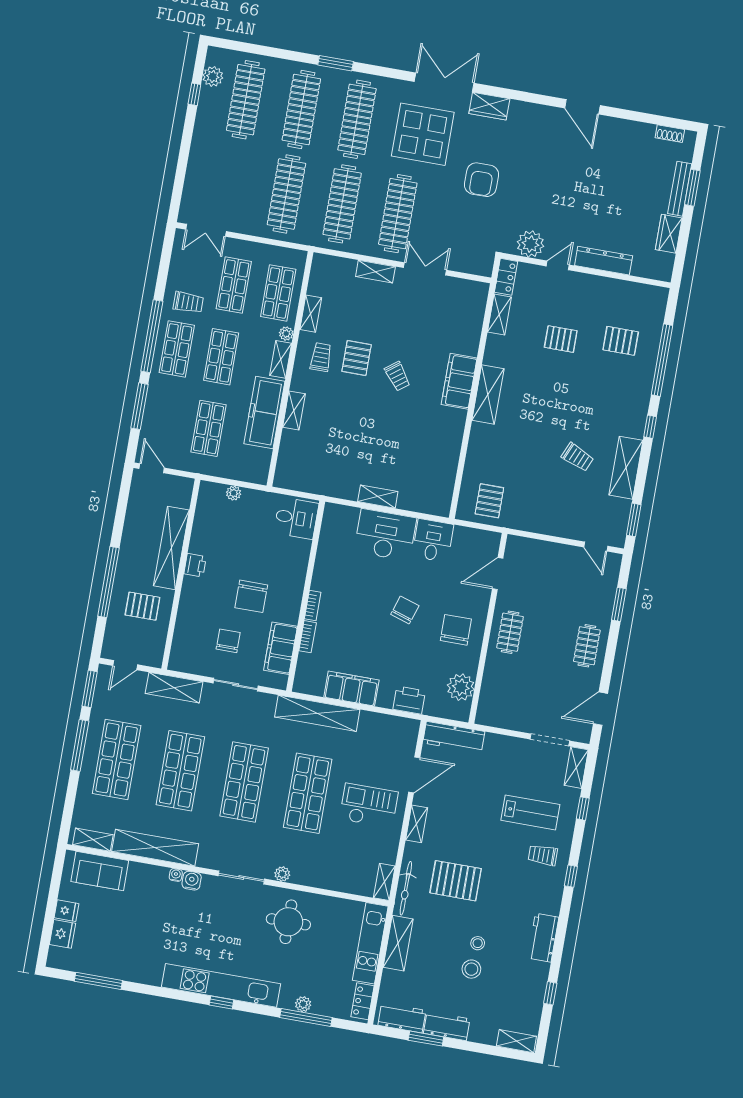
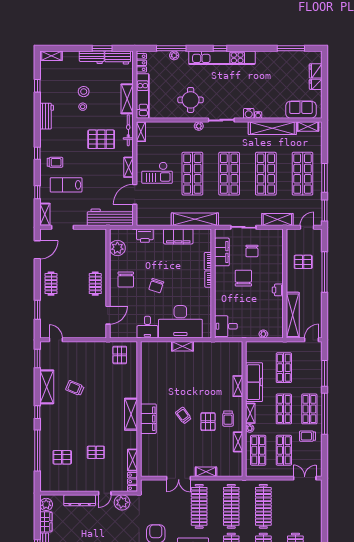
plant: (663, 264) -> (46, 504), added
door: (152, 468) -> (312, 340), swing flipped
desk: (385, 535) -> (180, 322), width x1.36, depth x1.30
shelving: (171, 548) -> (293, 315), moved
workbench: (454, 737) -> (110, 217), width x1.36, depth x1.32

